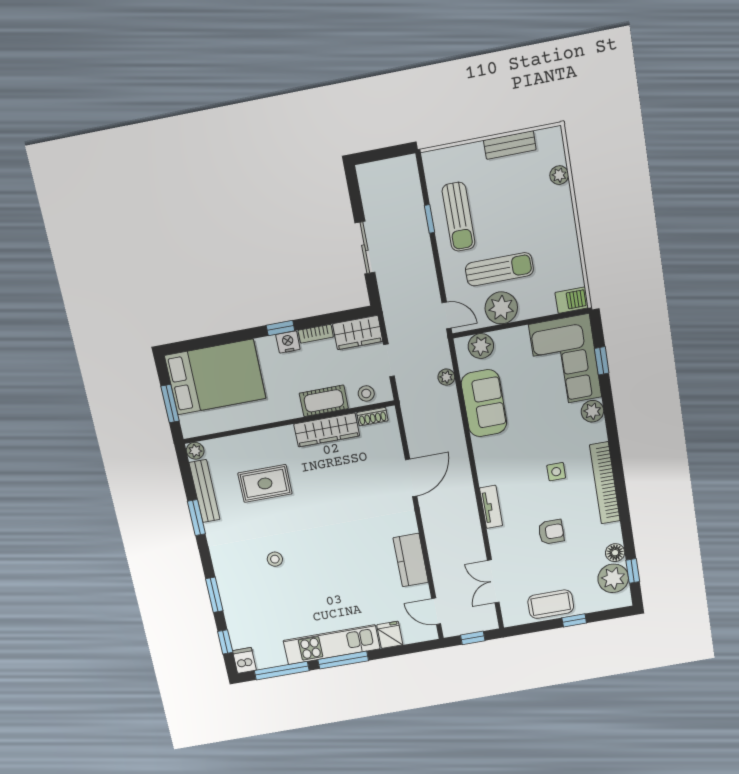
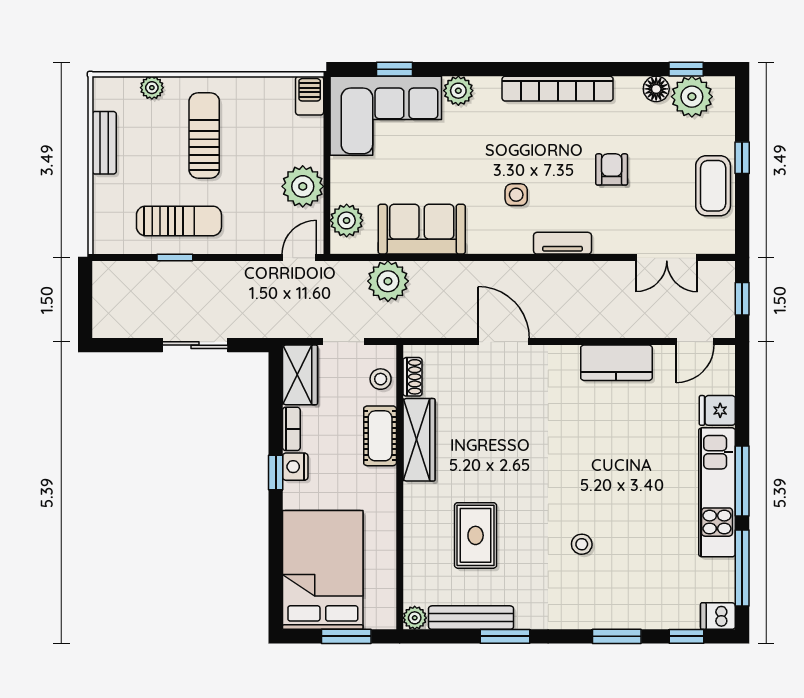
sun lounger: (499, 269) -> (204, 136), moved
plant: (446, 377) -> (388, 281), width x1.87, depth x1.87
side table: (556, 472) -> (516, 195), moved

